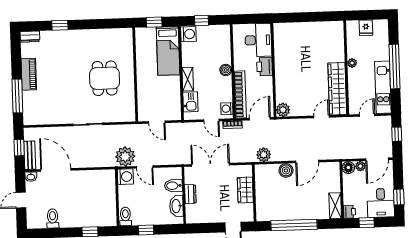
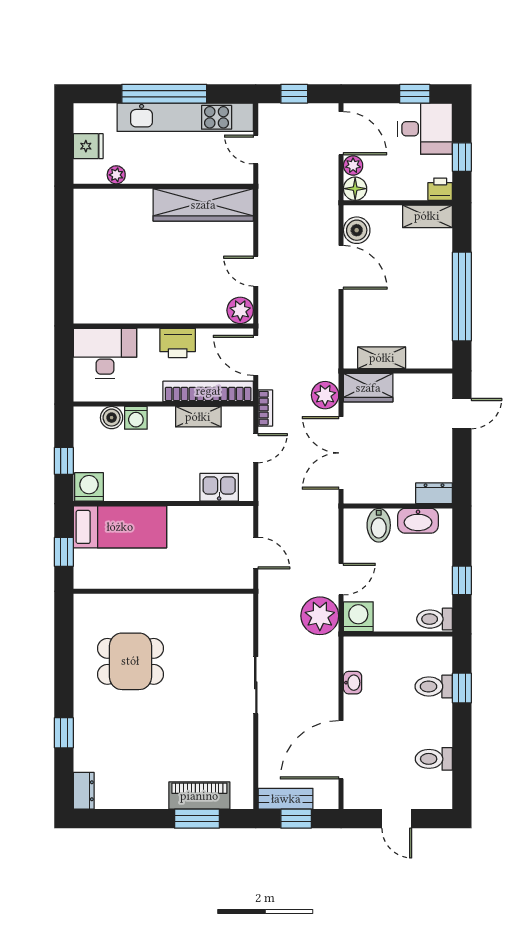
plant: (352, 63) -> (116, 175), moved
printer: (265, 67) -> (178, 343), moved
boiler: (226, 70) -> (112, 418), moved
piano: (29, 74) -> (199, 796), moved
dining table: (105, 78) -> (130, 661), moved
shelving: (188, 79) -> (198, 417), moved
kitchen unit: (383, 87) -> (185, 117), width x1.36
window: (17, 96) -> (197, 819), width x0.69
washing machine: (227, 109) -> (136, 418), moved
door: (322, 117) -> (256, 271), moved
door: (157, 122) -> (256, 553), hinge flipped
bench: (30, 155) -> (286, 799), moved
plant: (264, 155) -> (325, 395), moved
boiler: (286, 170) -> (357, 230), moved
washbasin: (31, 177) -> (353, 683), moved
shelving: (261, 184) -> (382, 358), added
wardrobe: (245, 190) -> (368, 388), moved
dresser: (190, 194) -> (434, 493), moved
toilet: (90, 217) -> (434, 686), added

